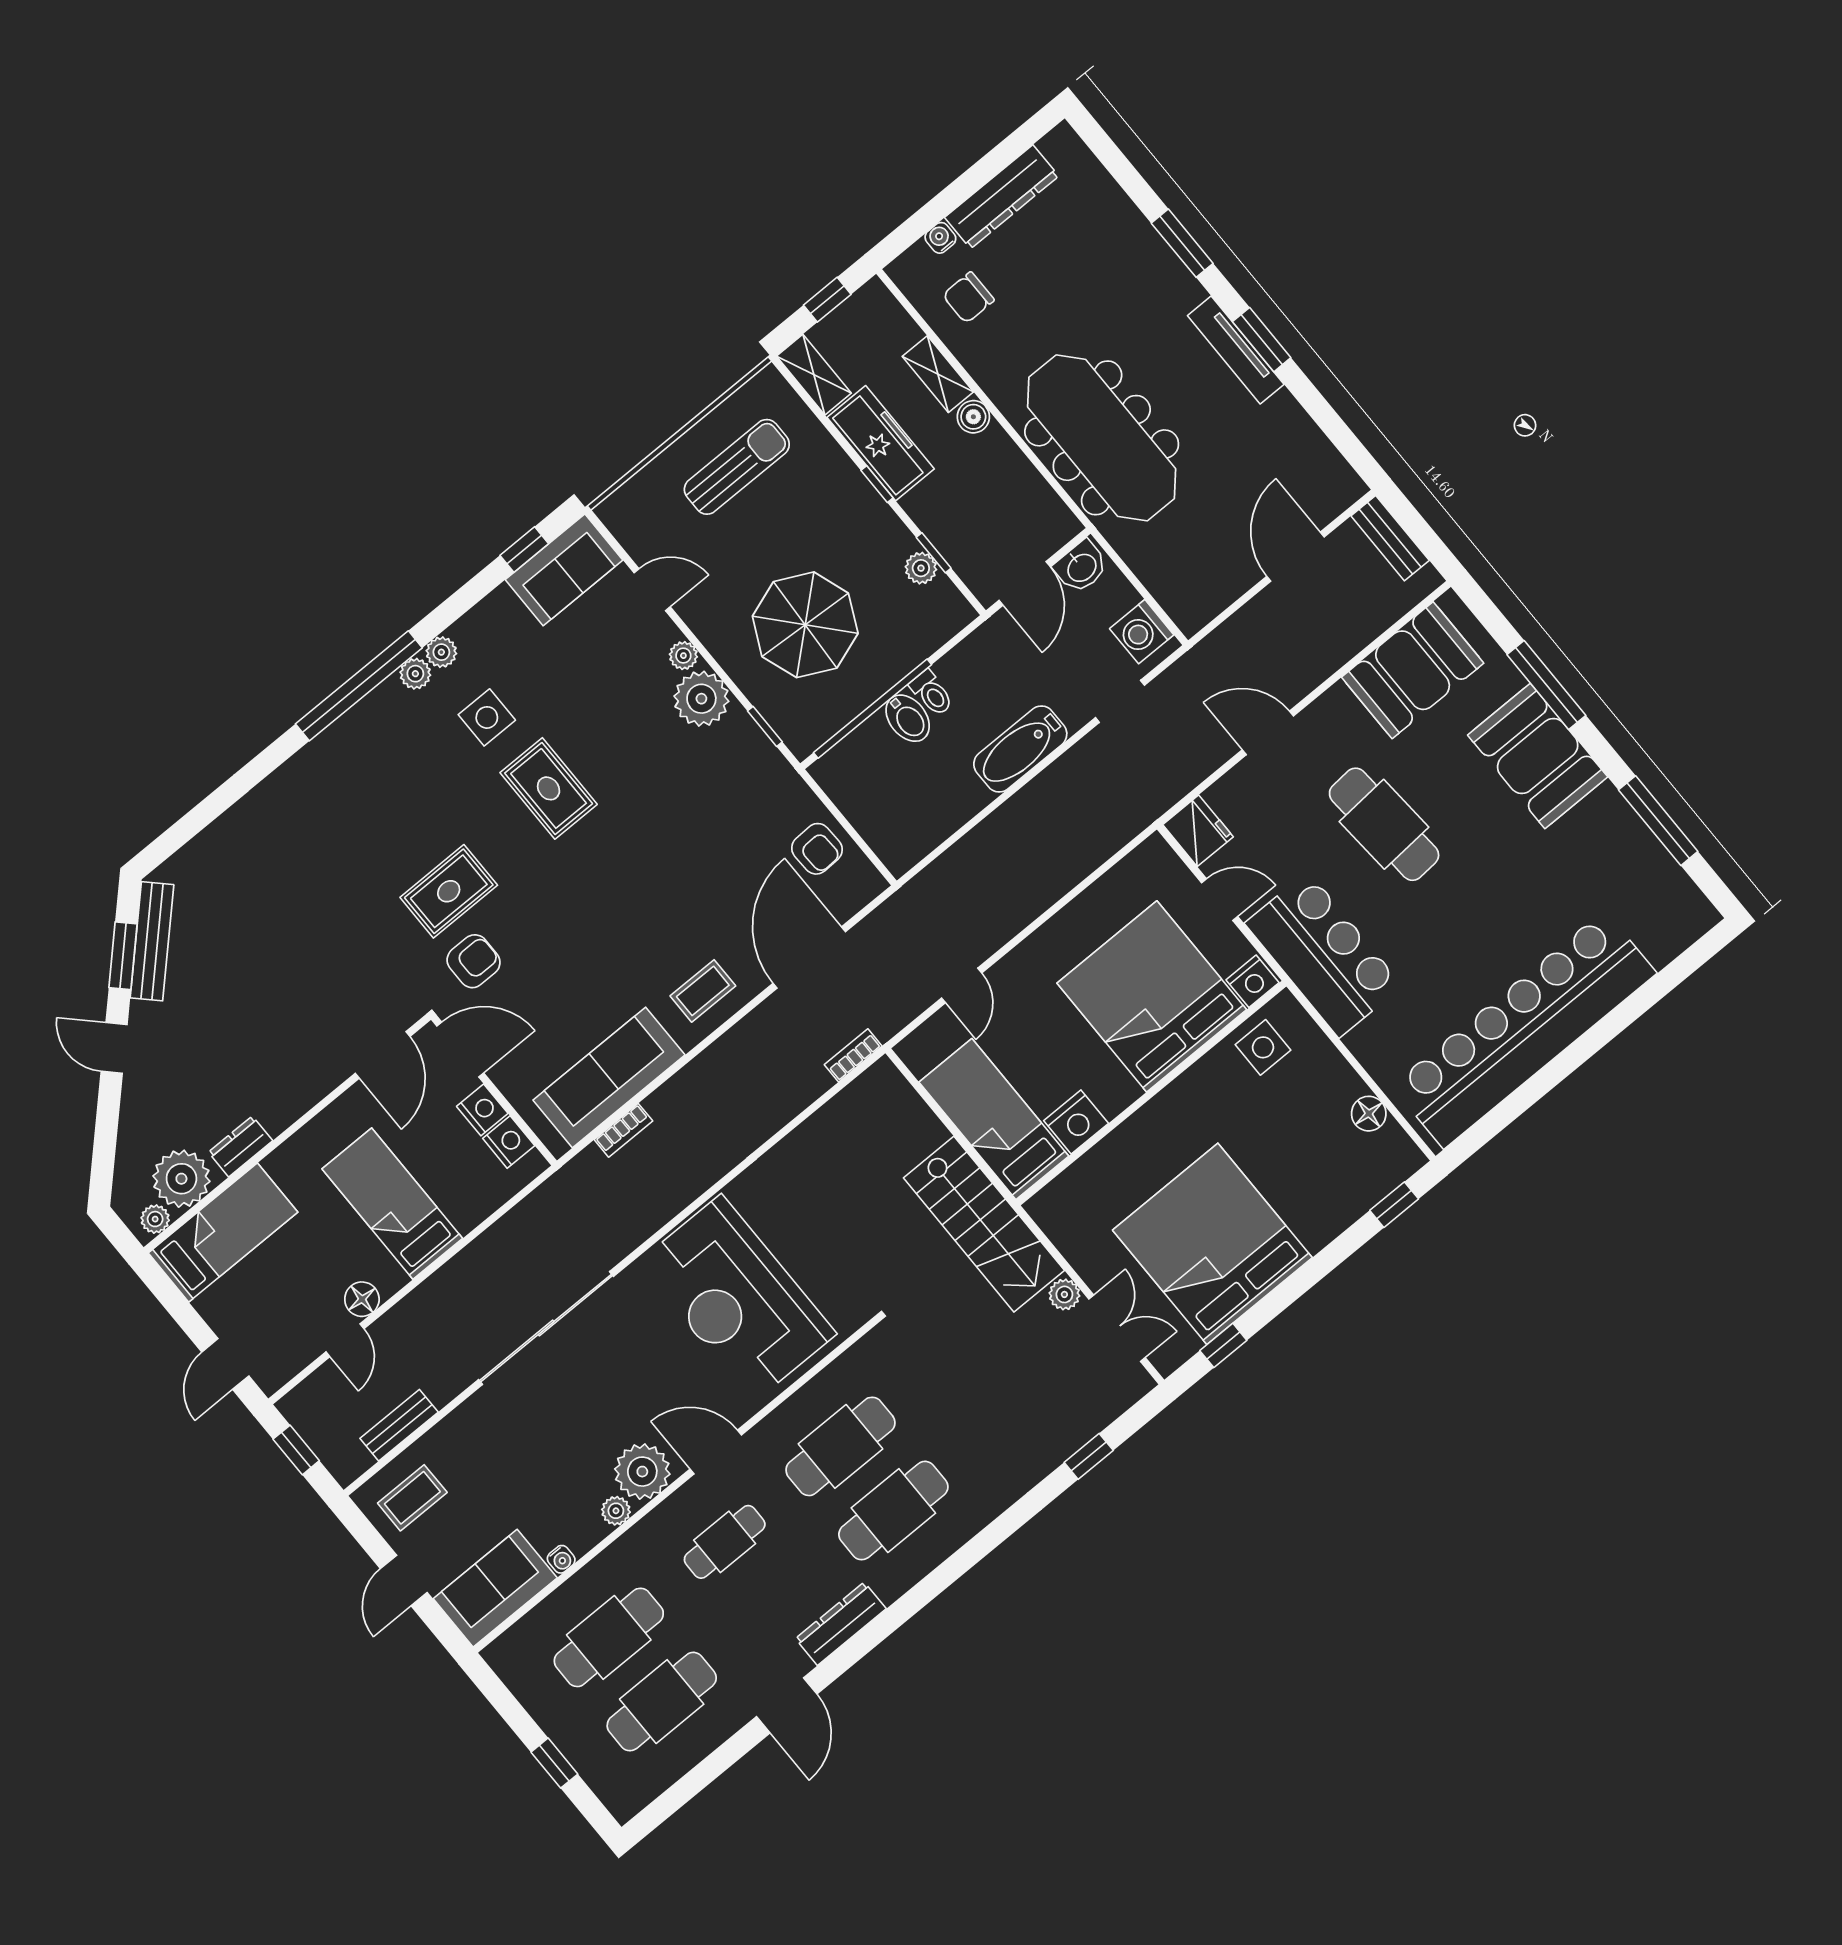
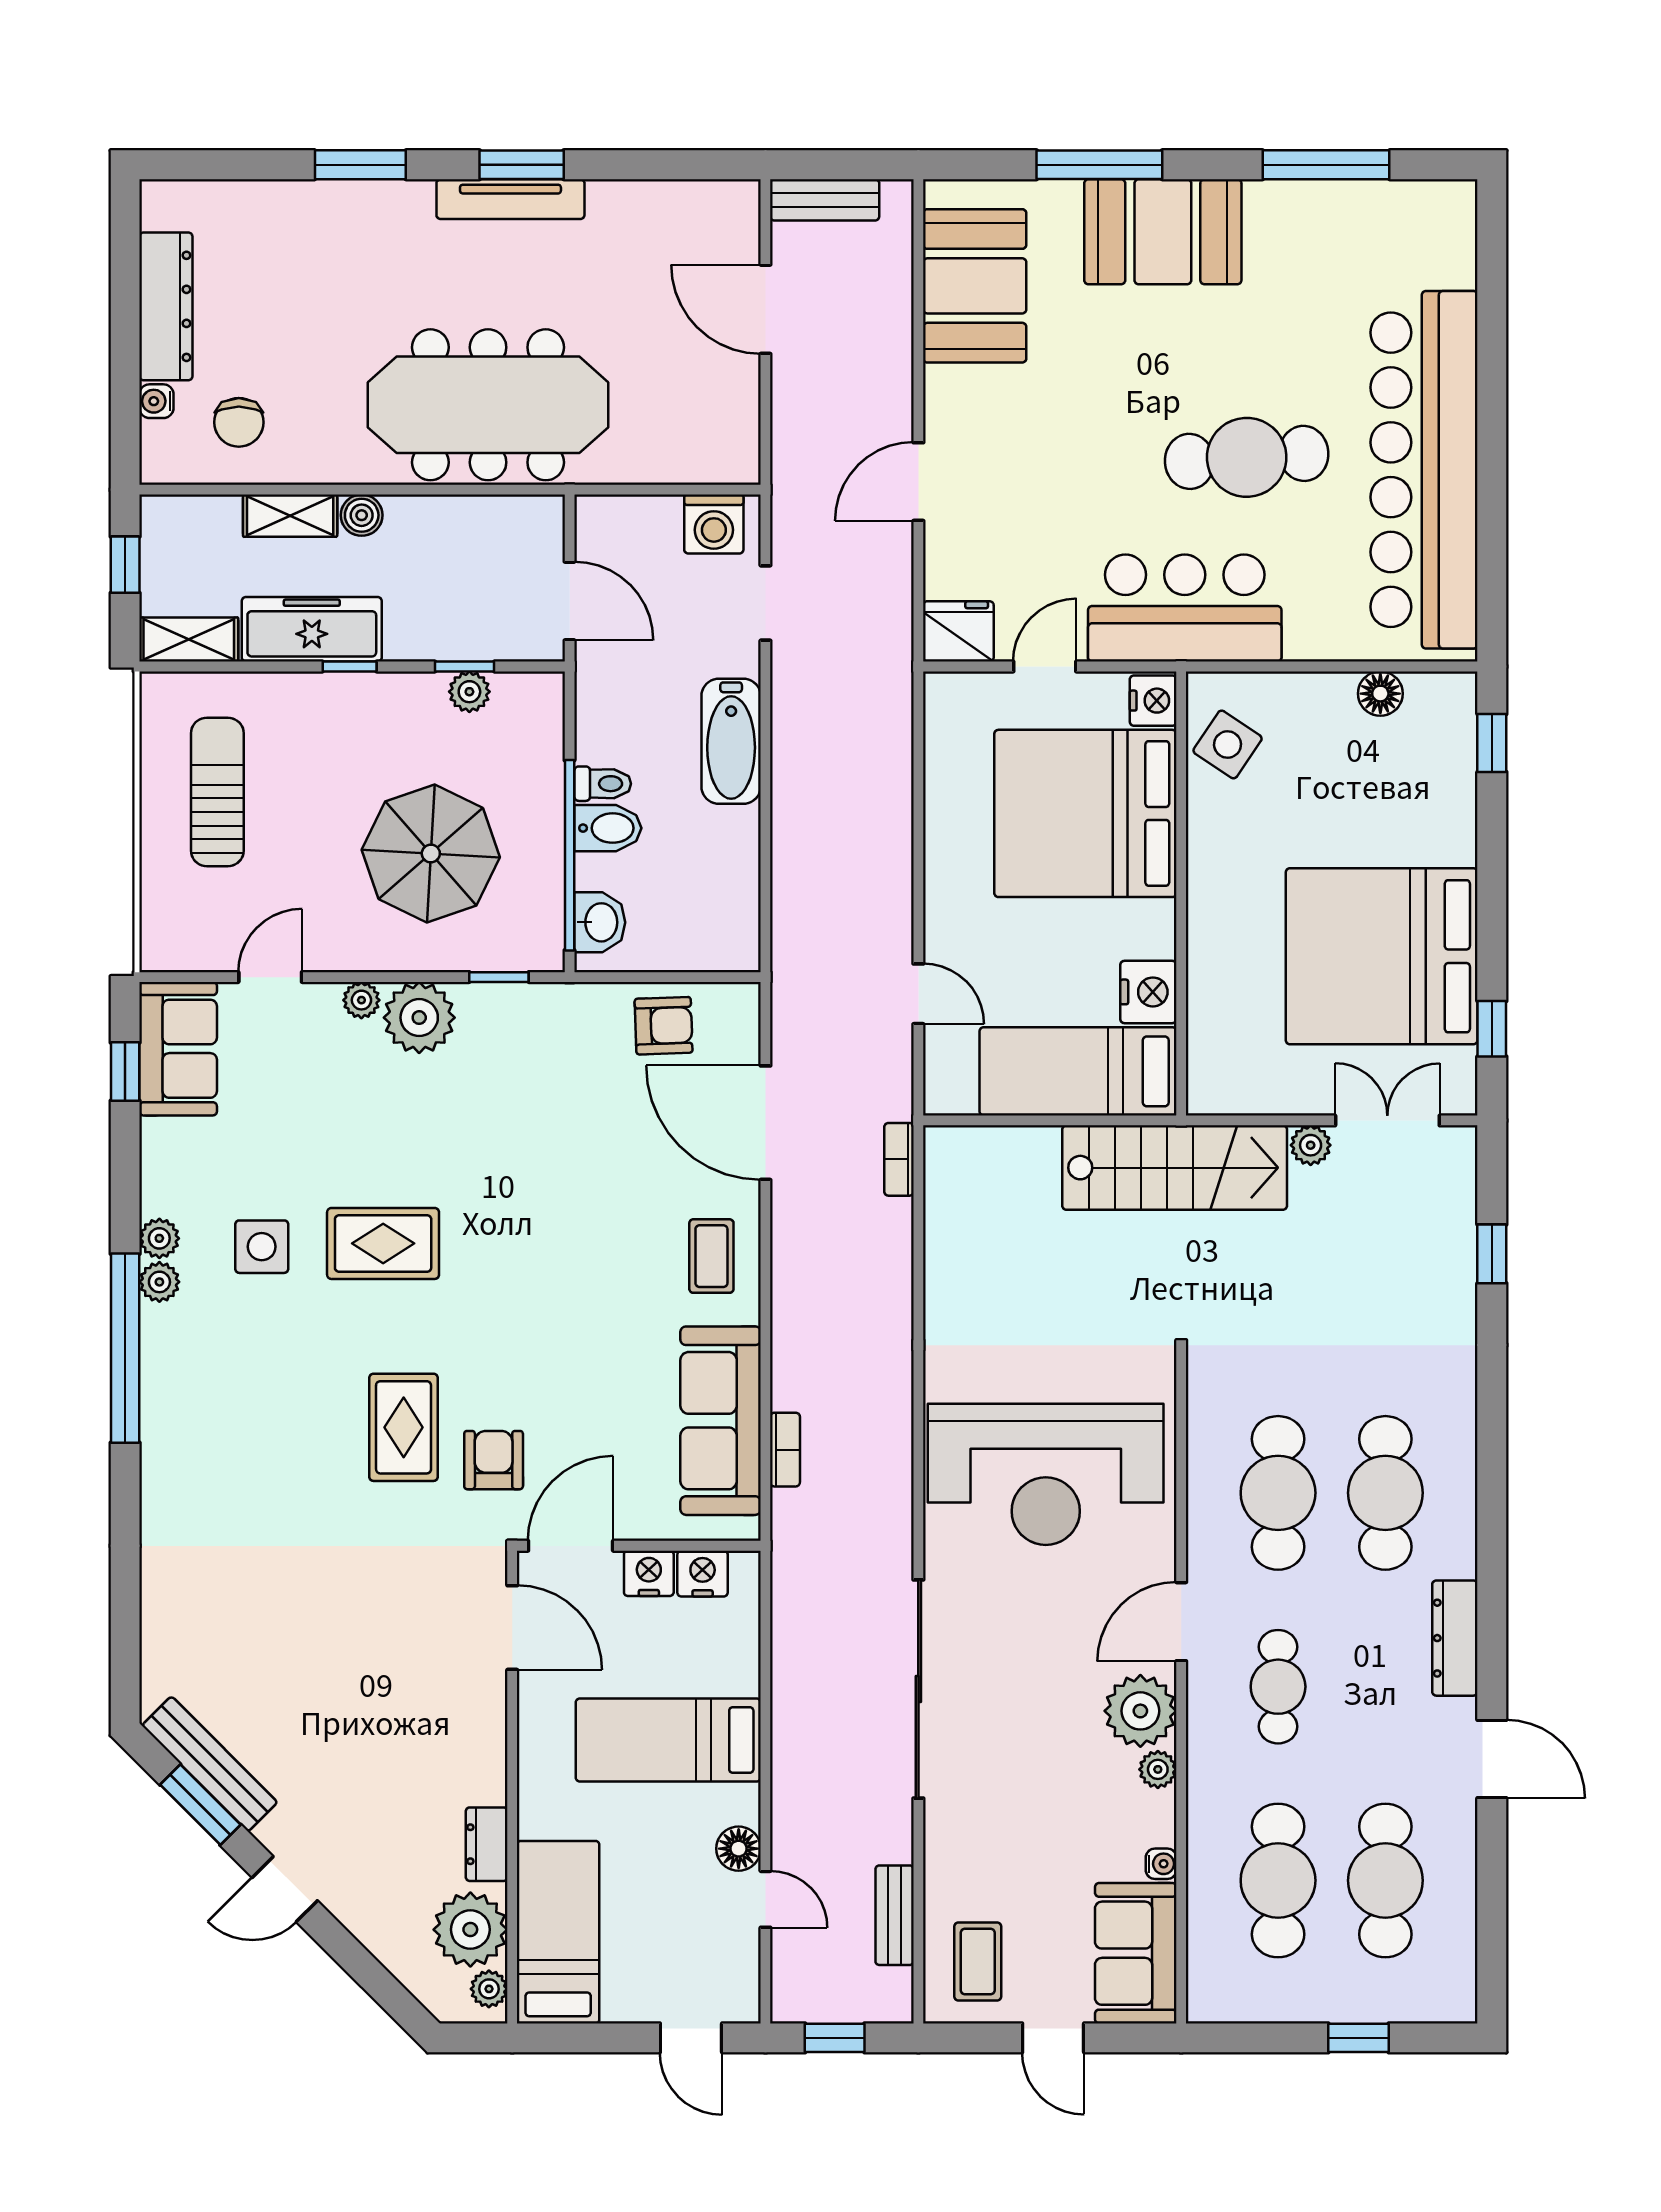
washbasin: (1081, 567) -> (600, 922), moved
cafe table: (1384, 824) -> (1247, 457), moved
side table: (1263, 1047) -> (1228, 744), turned 34

